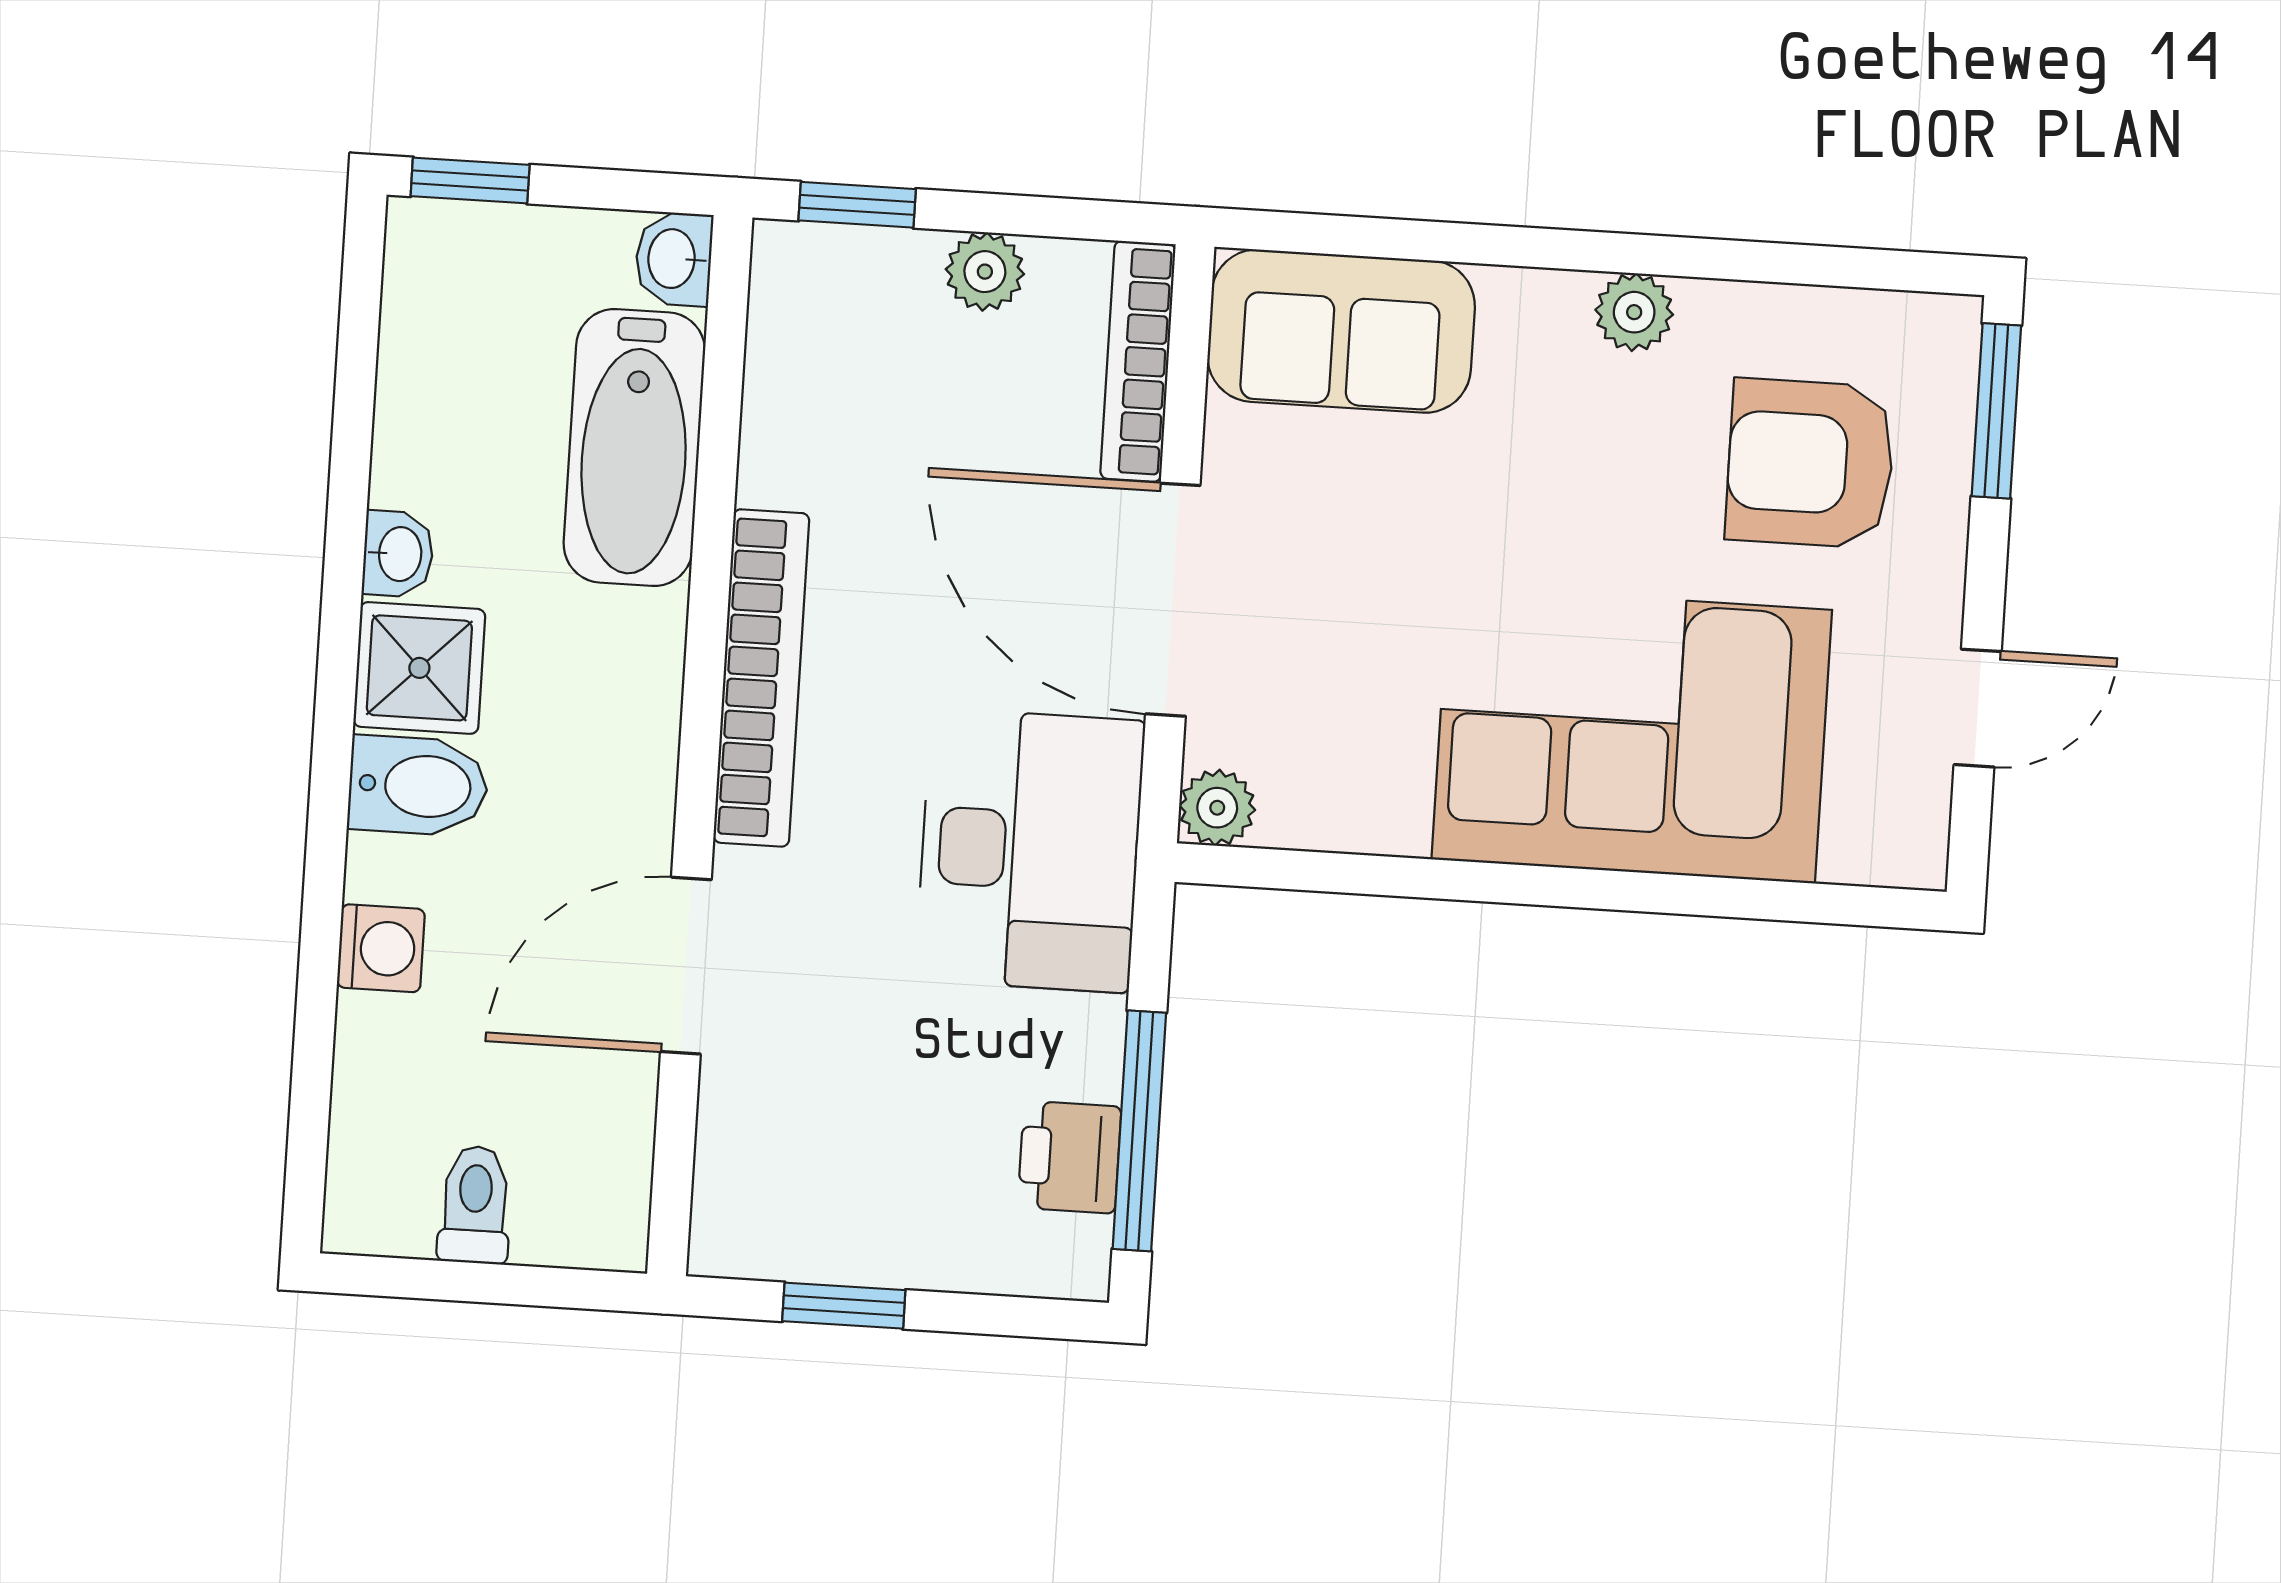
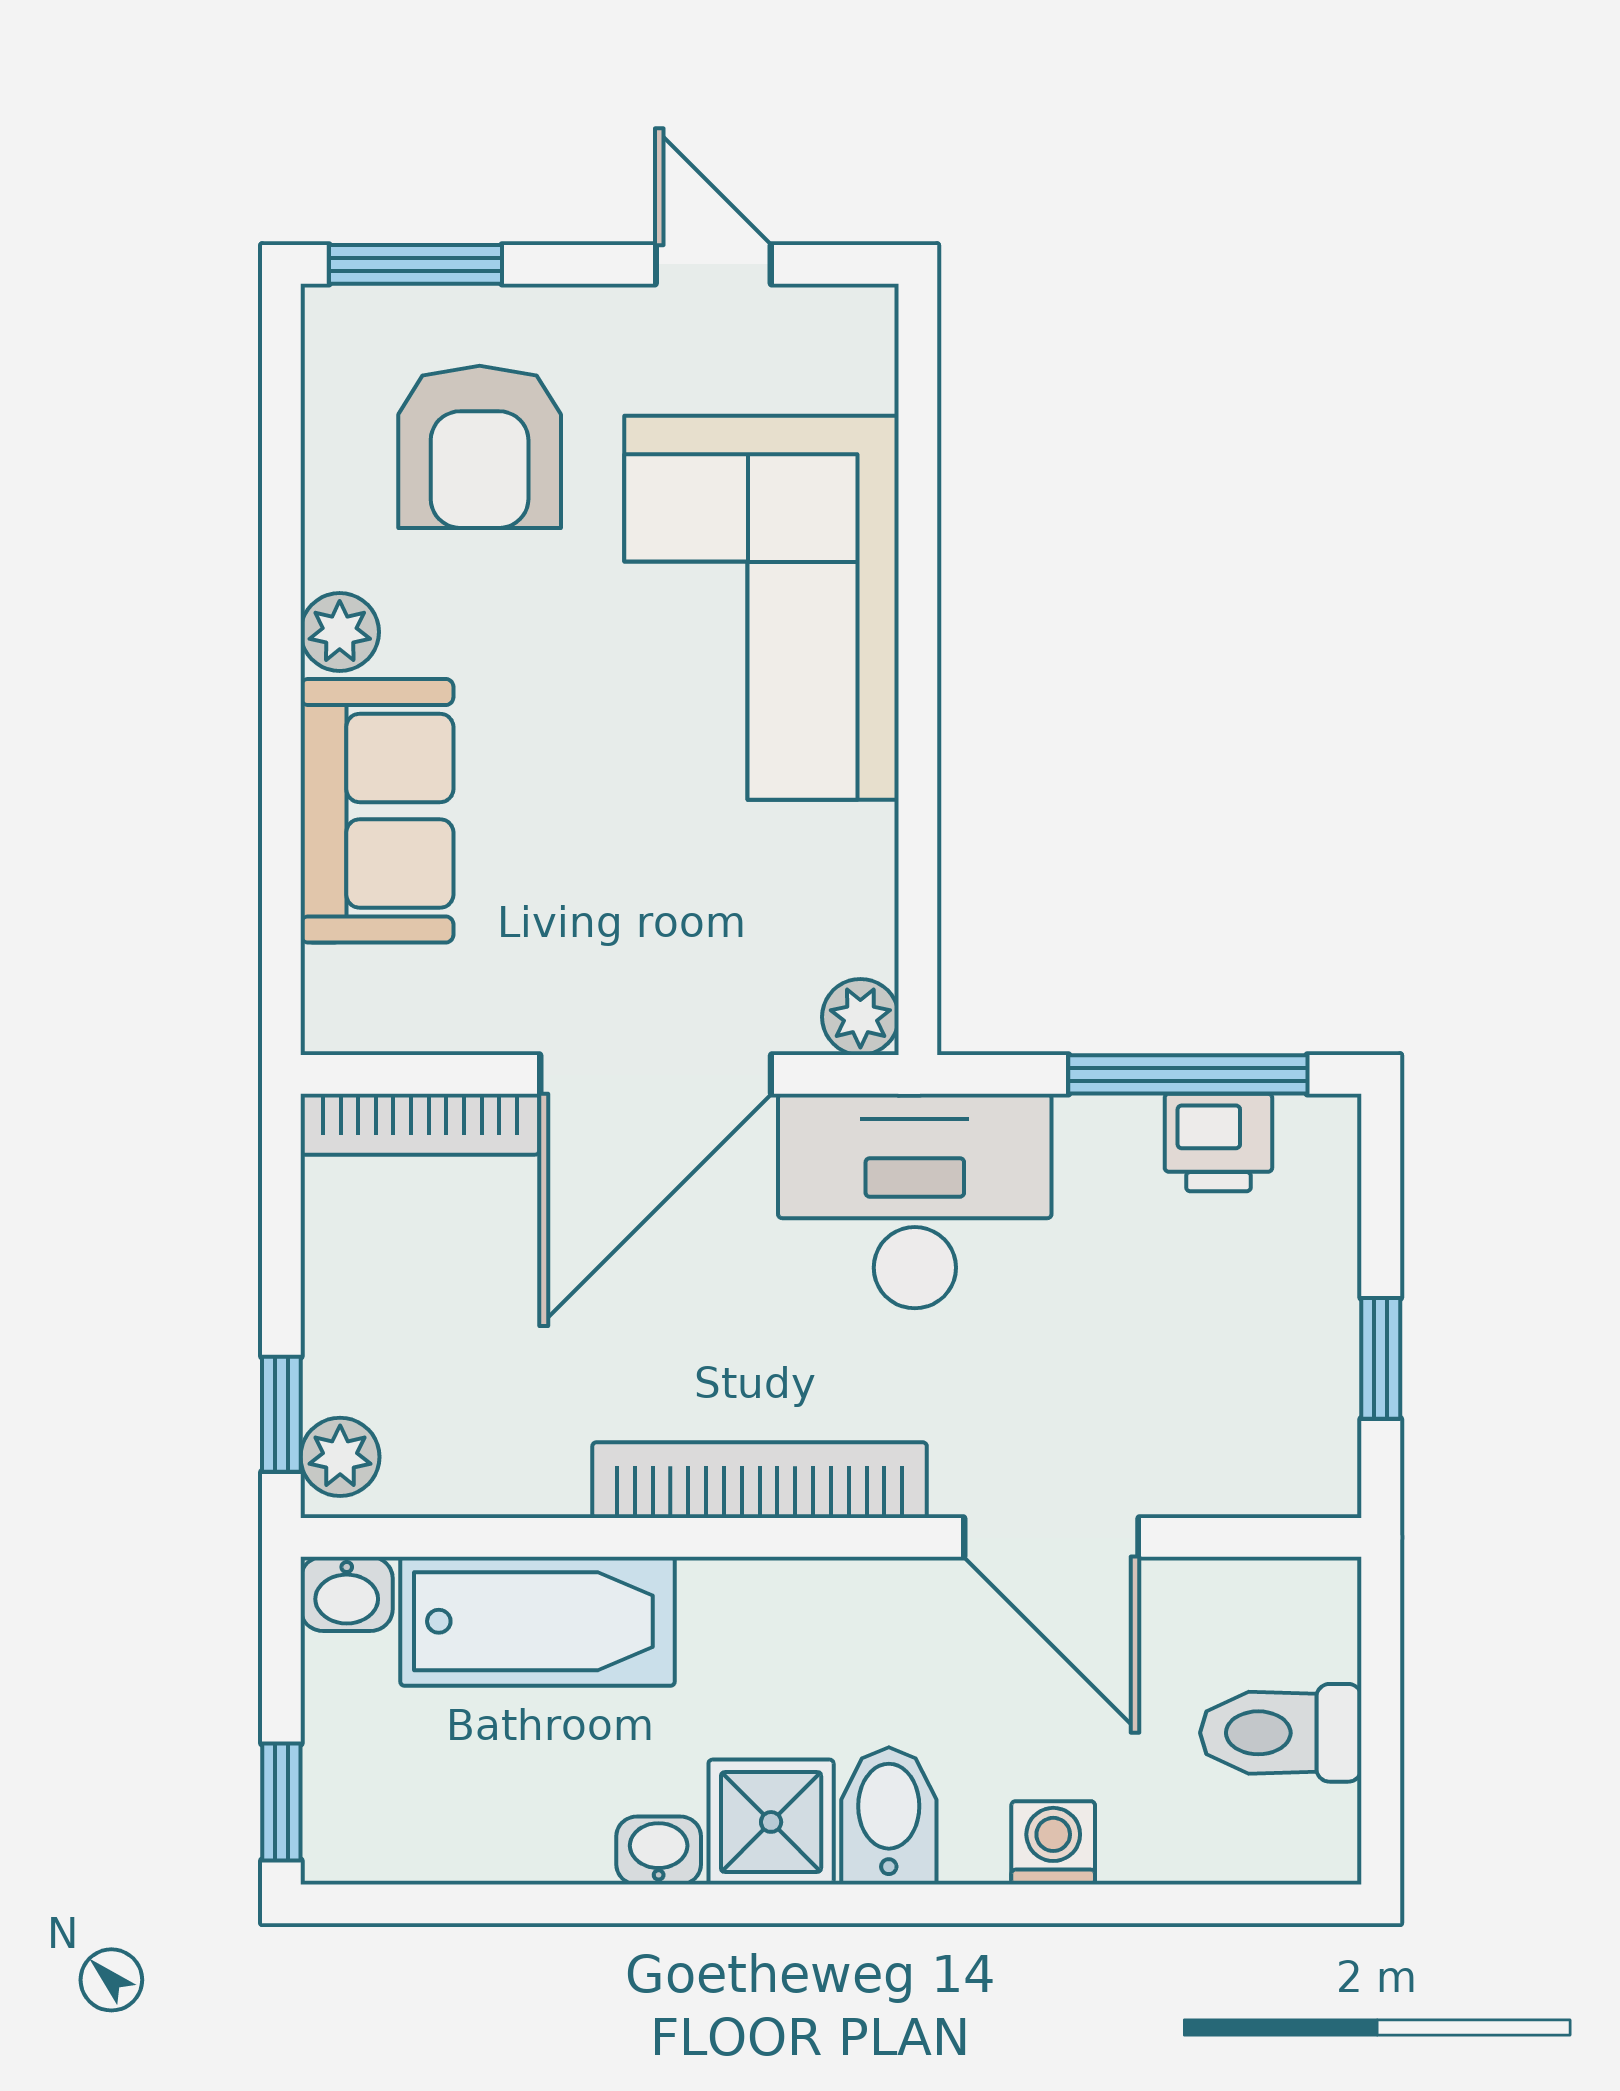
plant: (985, 272) -> (340, 1457), moved
sofa: (1341, 331) -> (377, 811), moved
toilet: (475, 1205) -> (1281, 1733), width x1.37, depth x1.39

